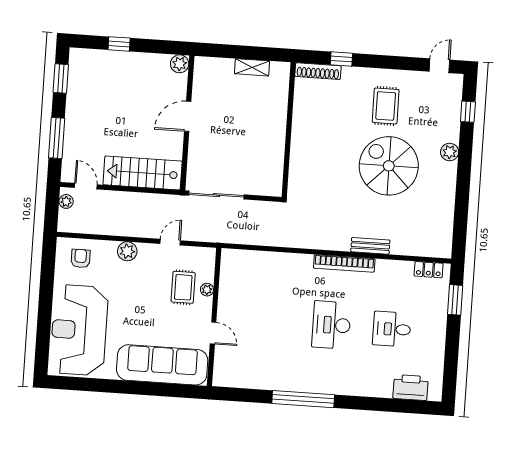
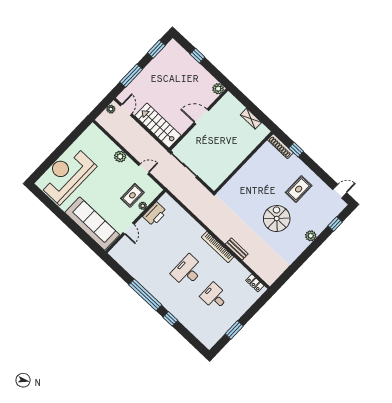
spiral stairs: (389, 166) -> (277, 219), width x0.73, depth x0.73
armchair: (81, 258) -> (95, 142), removed
window: (455, 300) -> (234, 330), moved
printer: (411, 388) -> (155, 214), moved, turned 90
window: (360, 403) -> (170, 319), added

